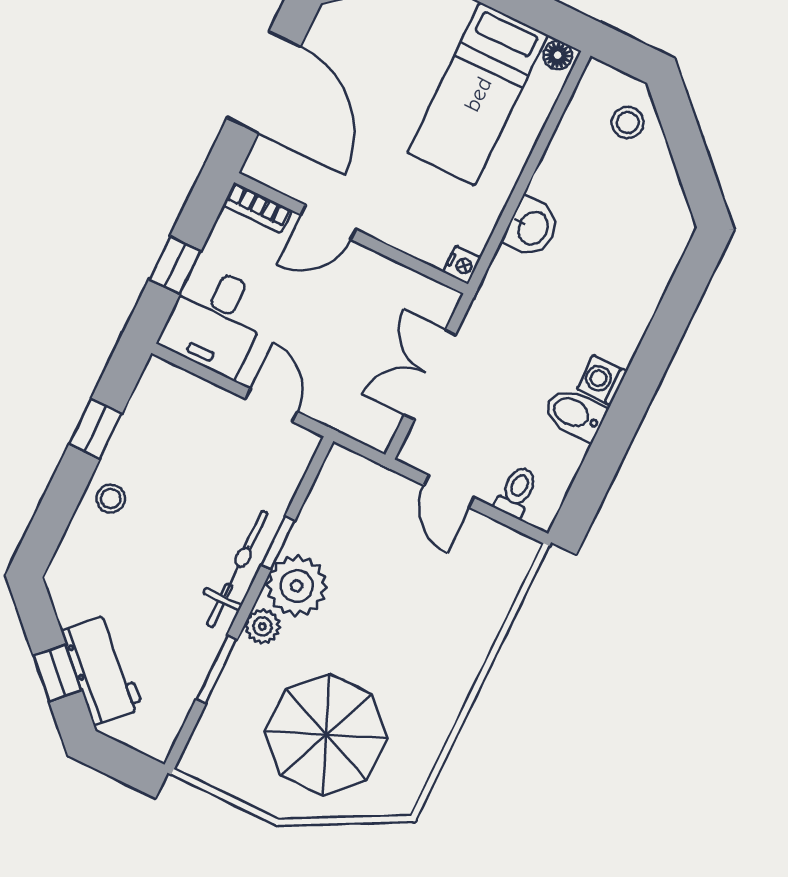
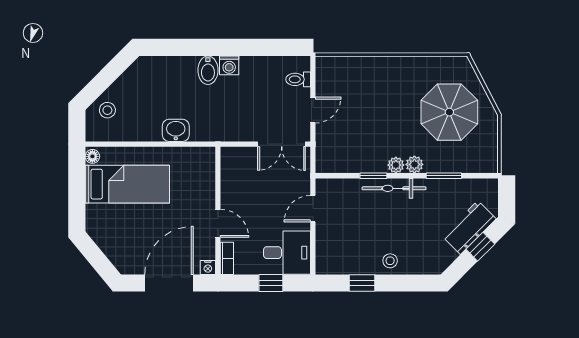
nightstand: (462, 265) -> (208, 267), moved, turned 180
double door: (430, 375) -> (282, 144), moved
bidet: (575, 414) -> (208, 70), moved
plant: (297, 586) -> (396, 165), width x0.53, depth x0.53

